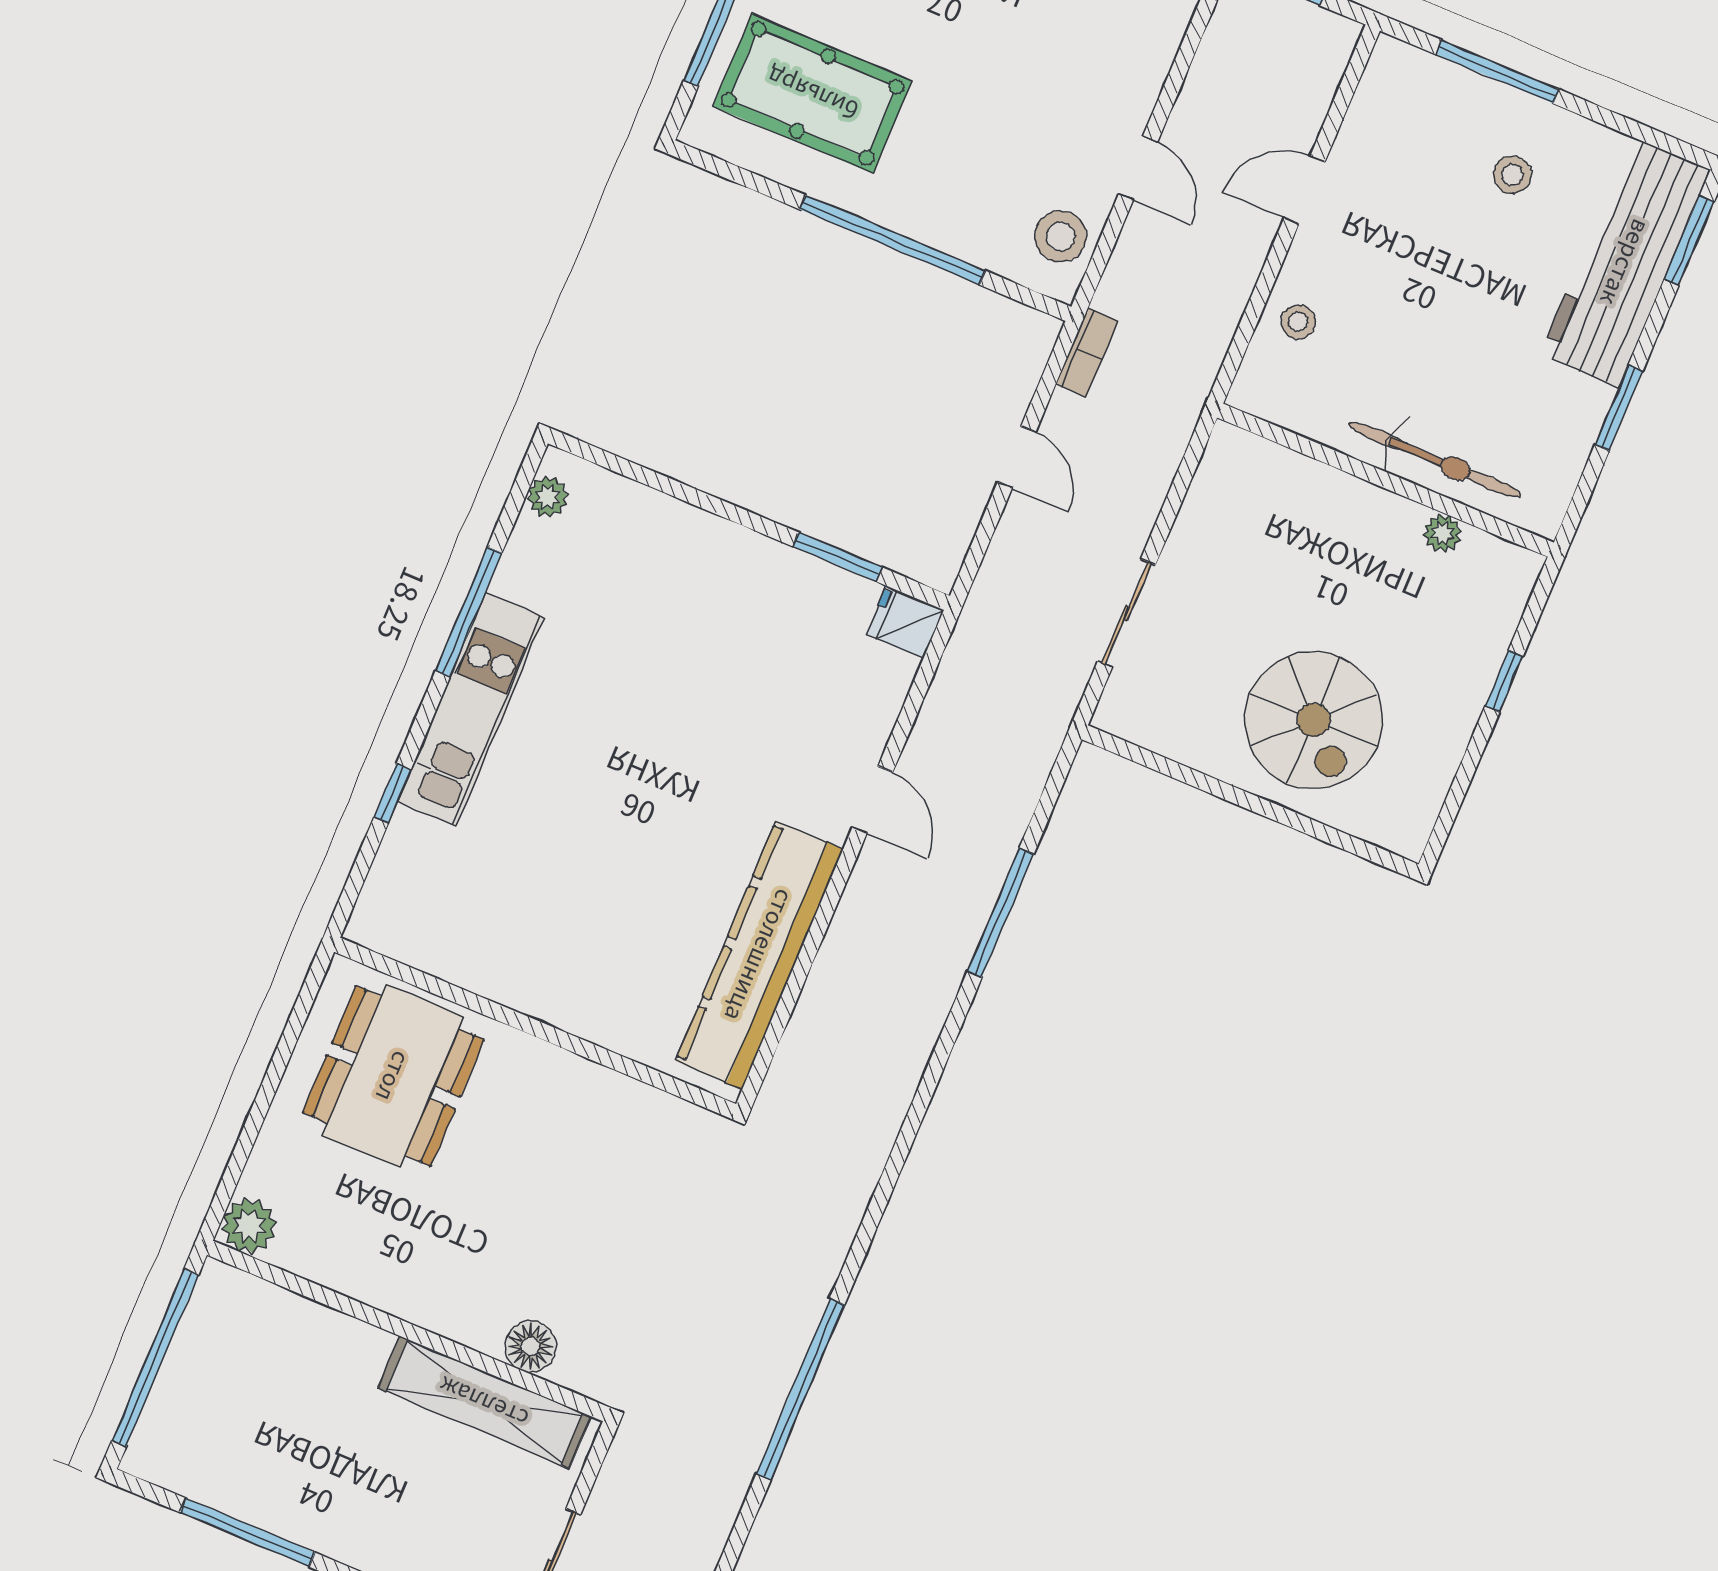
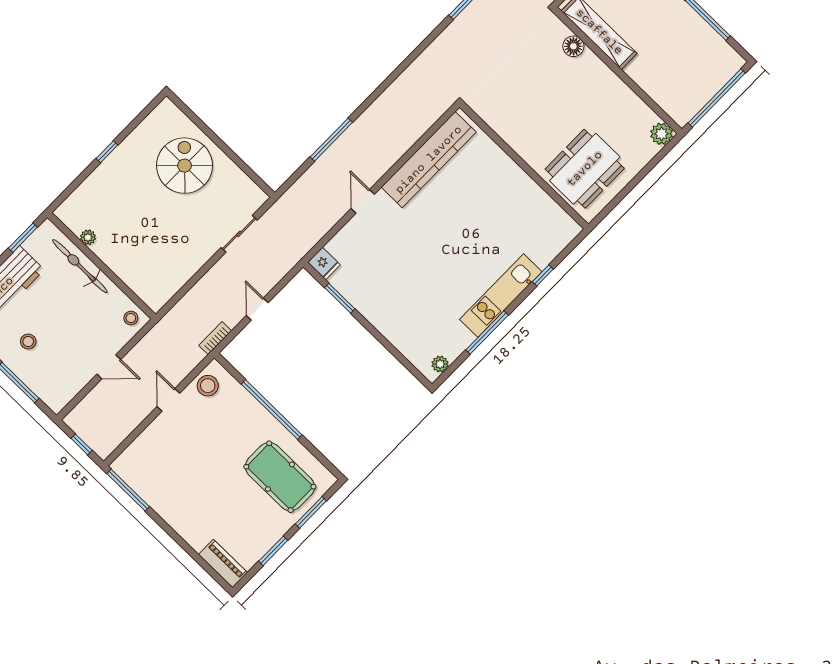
bicycle: (1435, 460) -> (80, 266), moved
wall: (1385, 480) -> (102, 266), moved
plant: (1442, 533) -> (88, 237), moved

